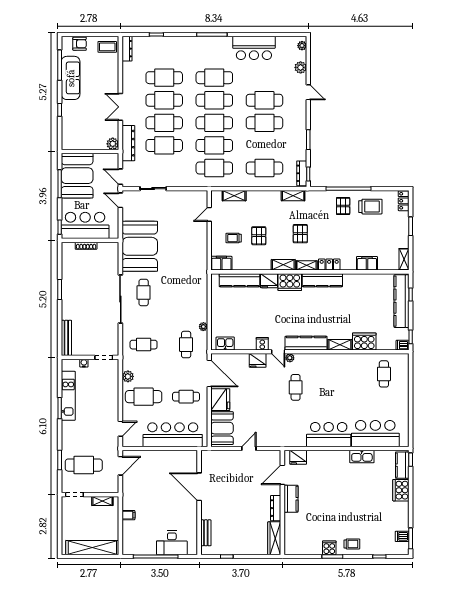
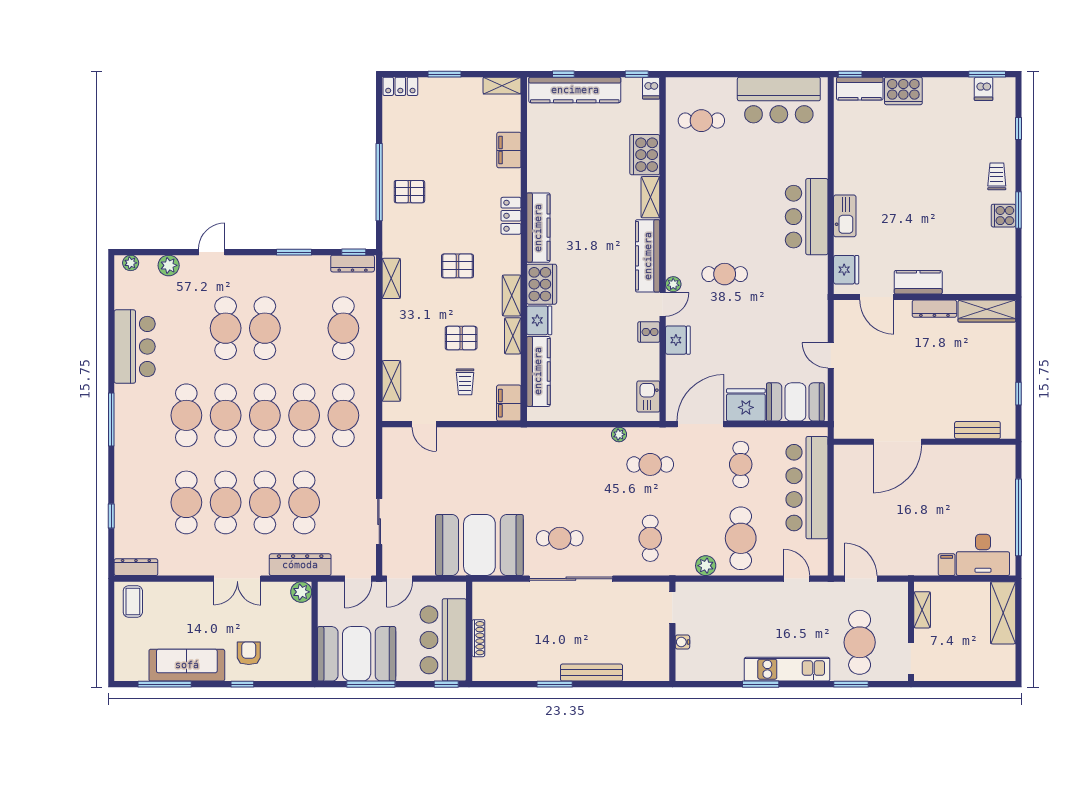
armchair: (80, 44) -> (249, 653), moved
trolley: (370, 207) -> (410, 144), removed
shelving: (307, 265) -> (513, 336), moved
bench: (66, 338) -> (592, 673), moved
kitchen unit: (68, 396) -> (787, 669), moved
bar counter: (375, 434) -> (779, 100), moved, turned -90
kitchen sink: (362, 456) -> (845, 216), moved
desk: (172, 543) -> (983, 555), moved, turned 90
shelving: (92, 548) -> (1003, 613), width x0.68

